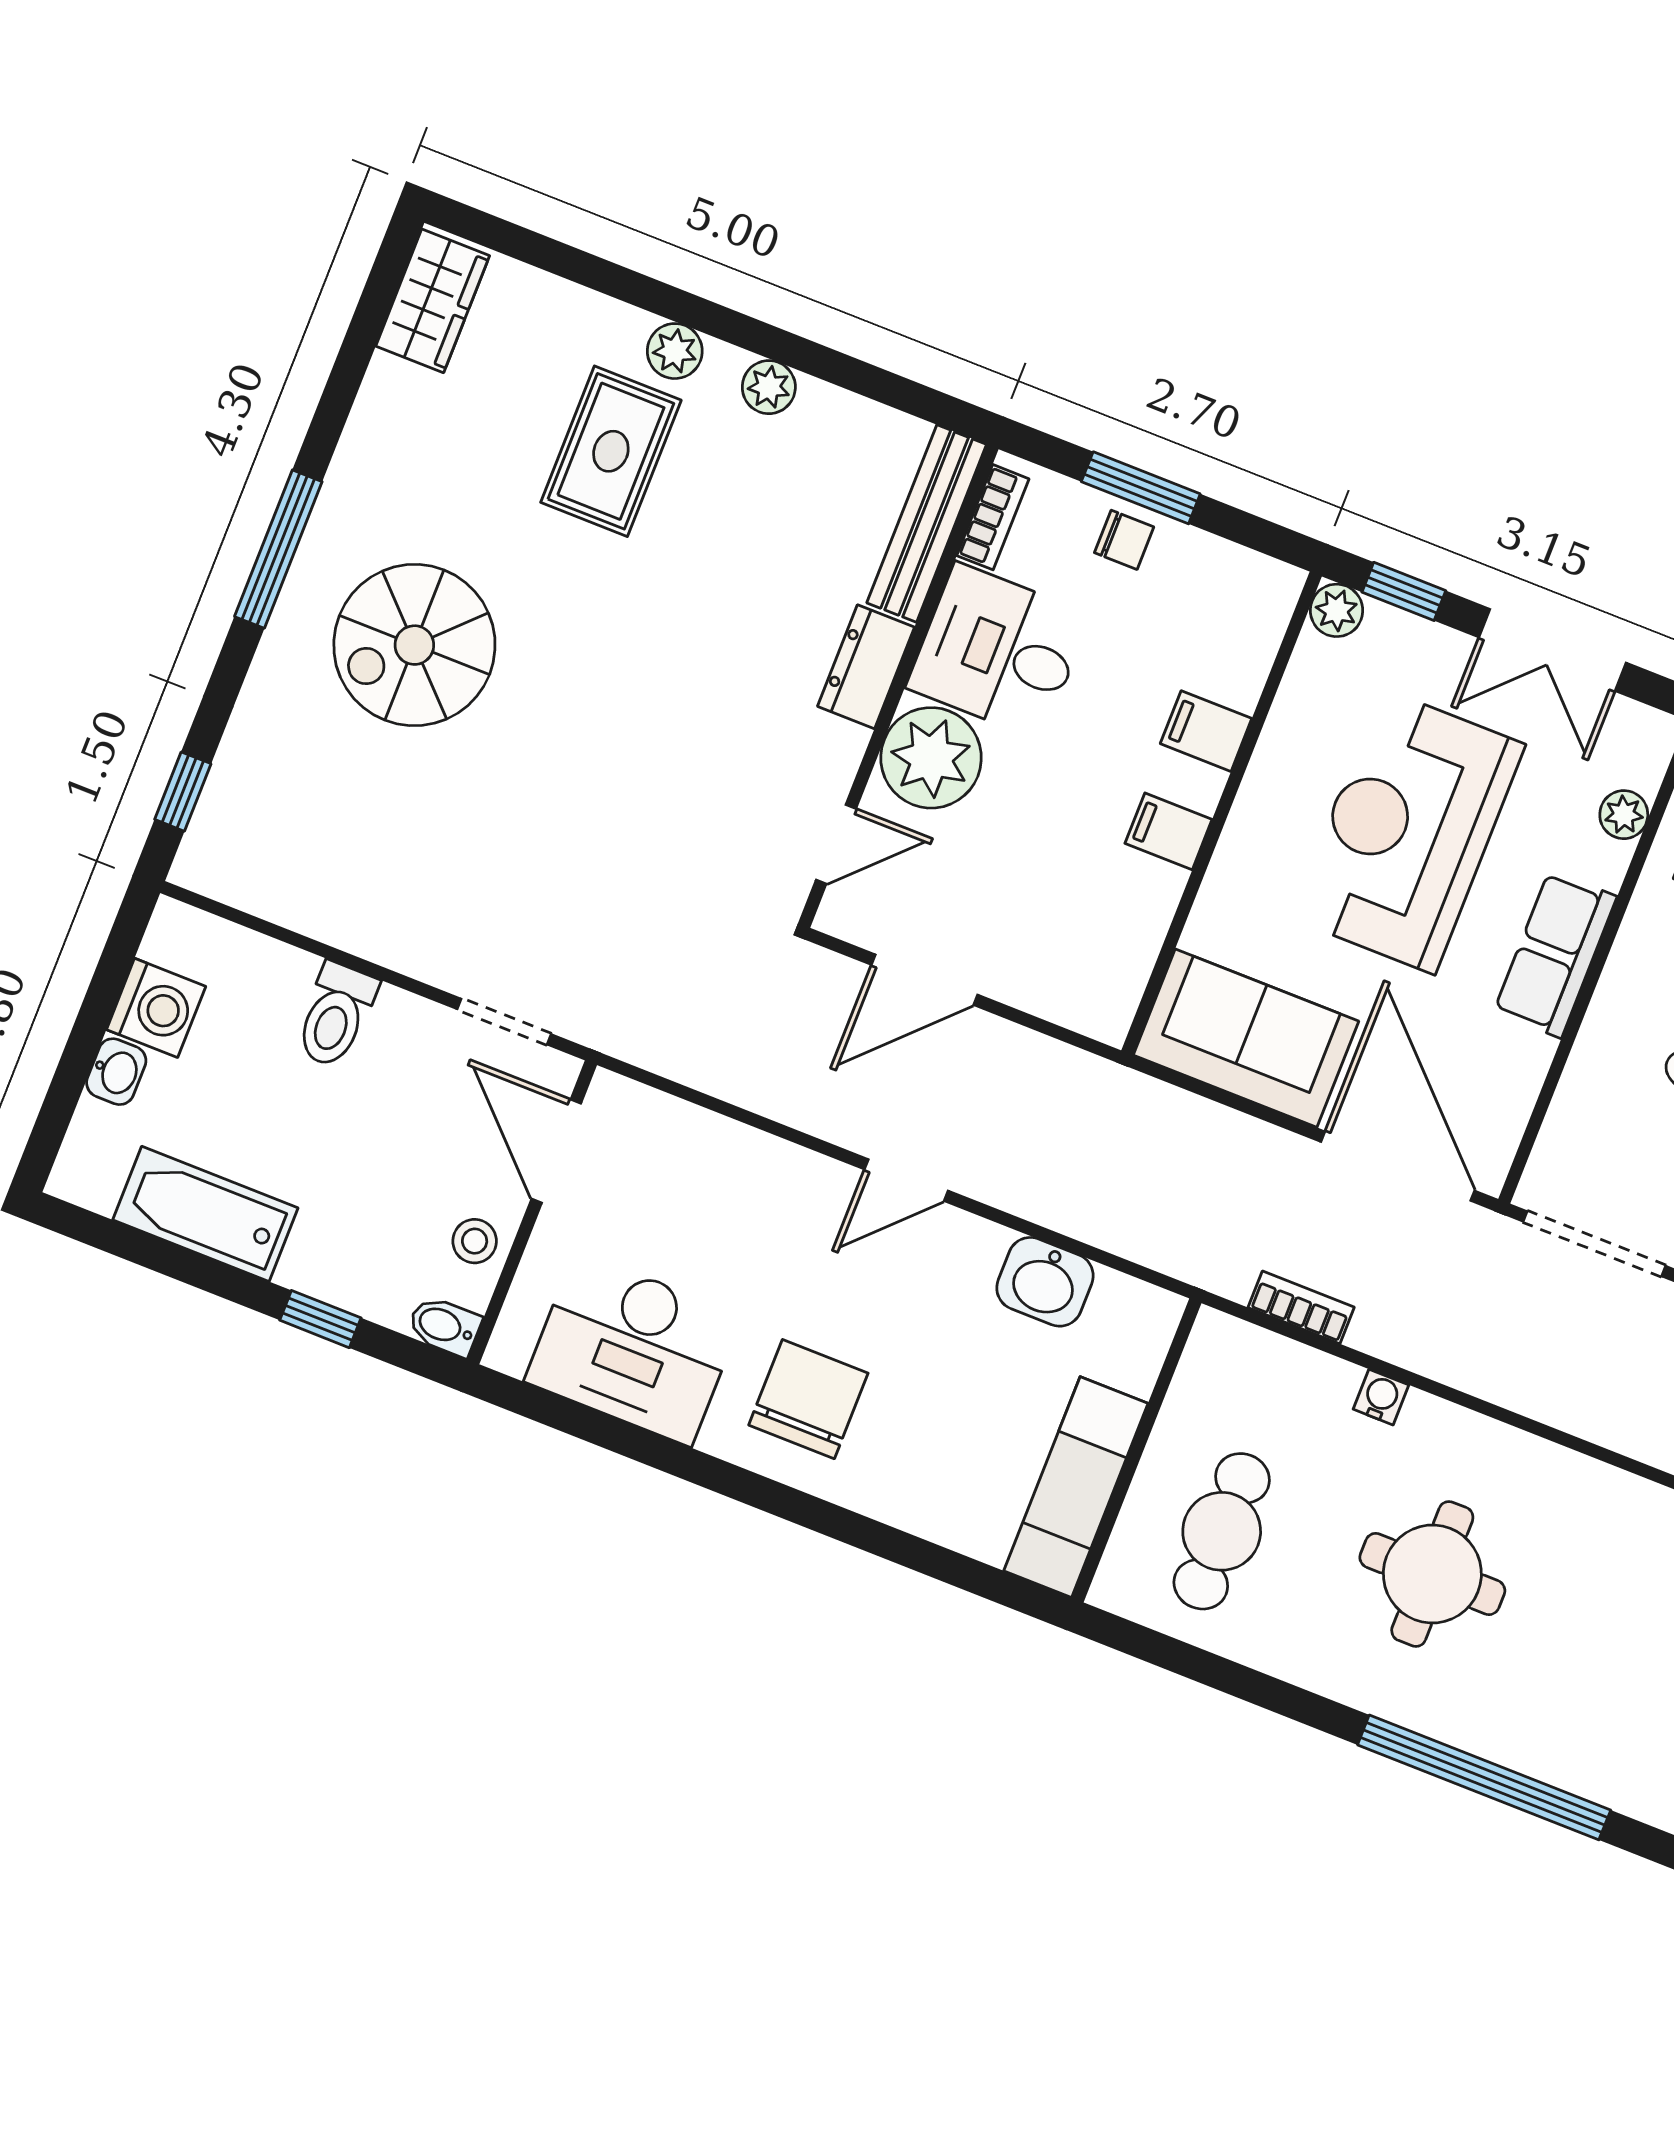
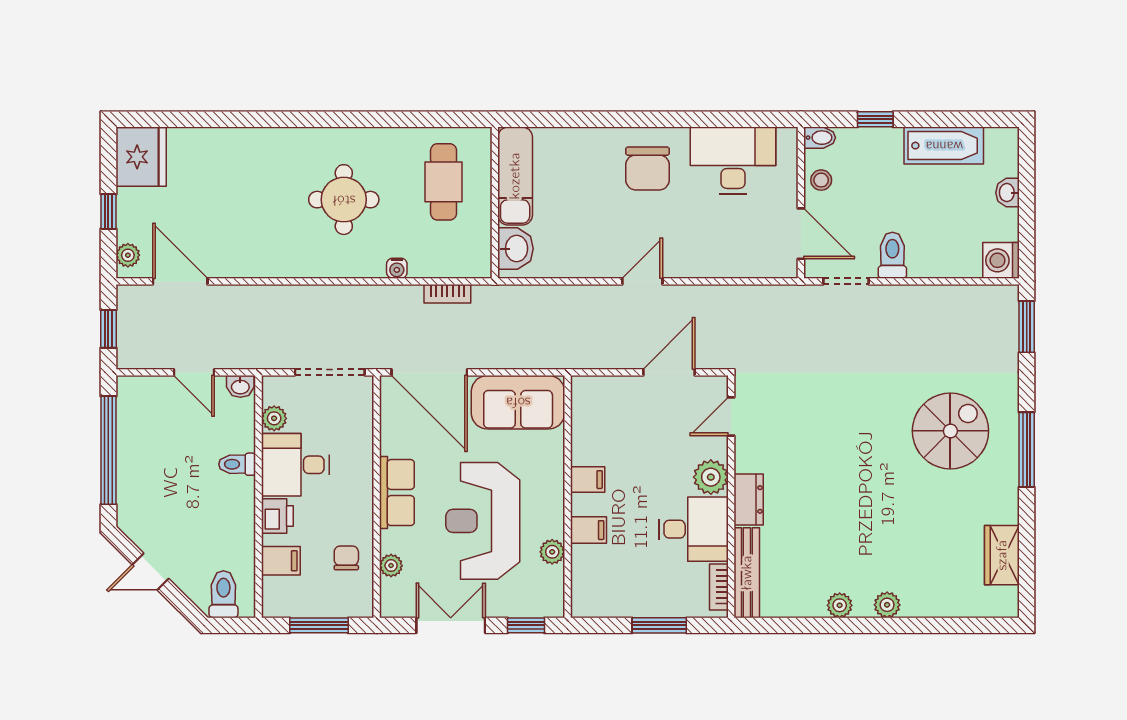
wardrobe: (433, 301) -> (1002, 555), moved
rug: (611, 451) -> (898, 550), removed
chair: (1124, 540) -> (658, 600), removed
plant: (1337, 610) -> (552, 552), moved
plant: (931, 758) -> (711, 477), width x0.73, depth x0.73
window: (183, 792) -> (1027, 327), width x1.50
reception desk: (1408, 831) -> (483, 521), turned 180
washing machine: (156, 1008) -> (1001, 260), moved
toilet: (336, 1015) -> (892, 255), moved
washbasin: (1045, 1282) -> (516, 249), moved, turned 90
window: (1484, 1777) -> (286, 119), removed

